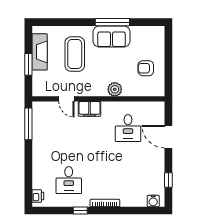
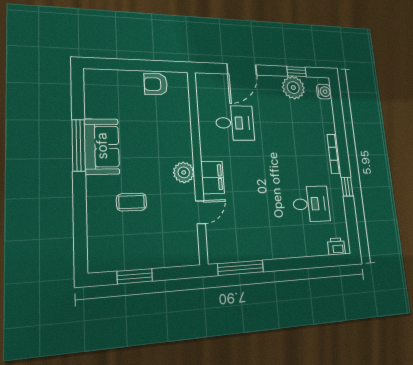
fireplace: (40, 52) -> (130, 258), removed
coffee table: (75, 54) -> (131, 202), width x0.54, depth x0.58
window: (28, 64) -> (135, 276), moved
armchair: (146, 68) -> (156, 84), moved, turned 90
plant: (115, 89) -> (184, 172), moved
plant: (156, 176) -> (293, 88), added

